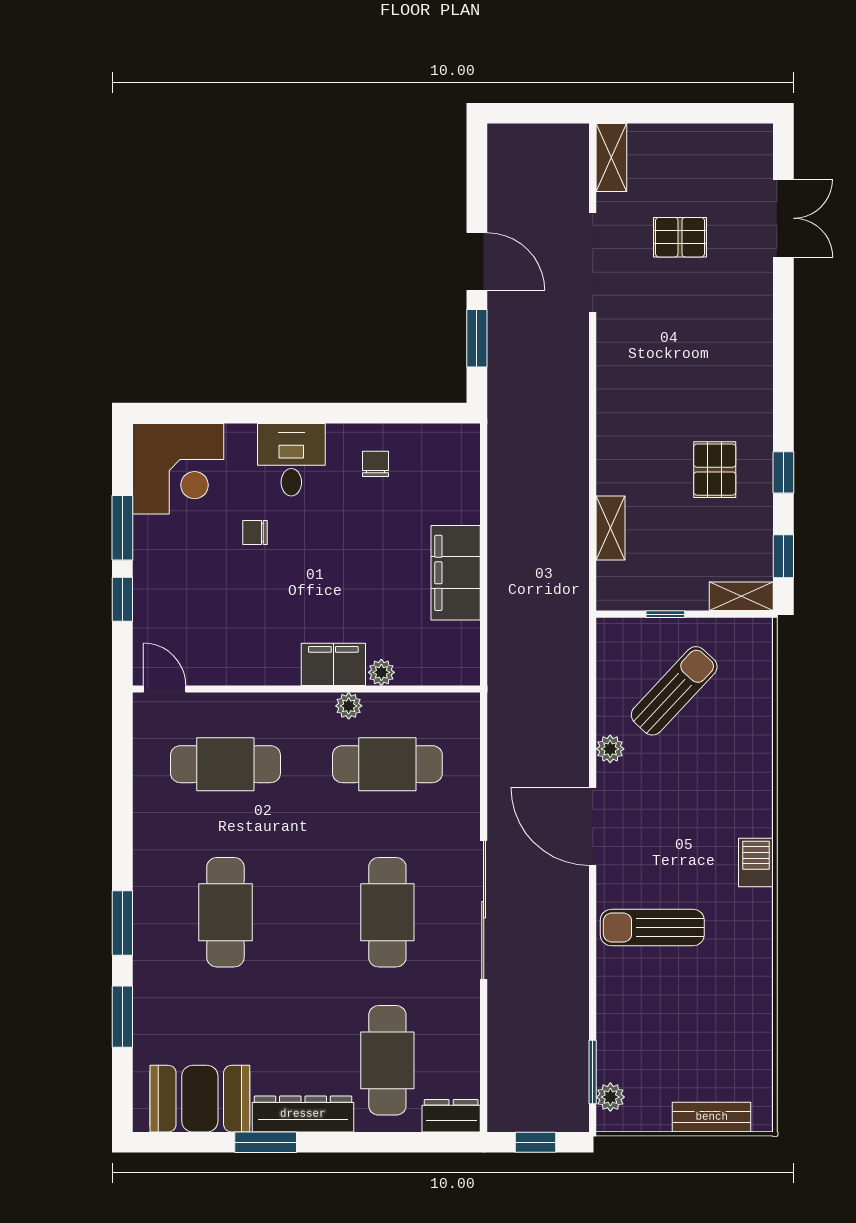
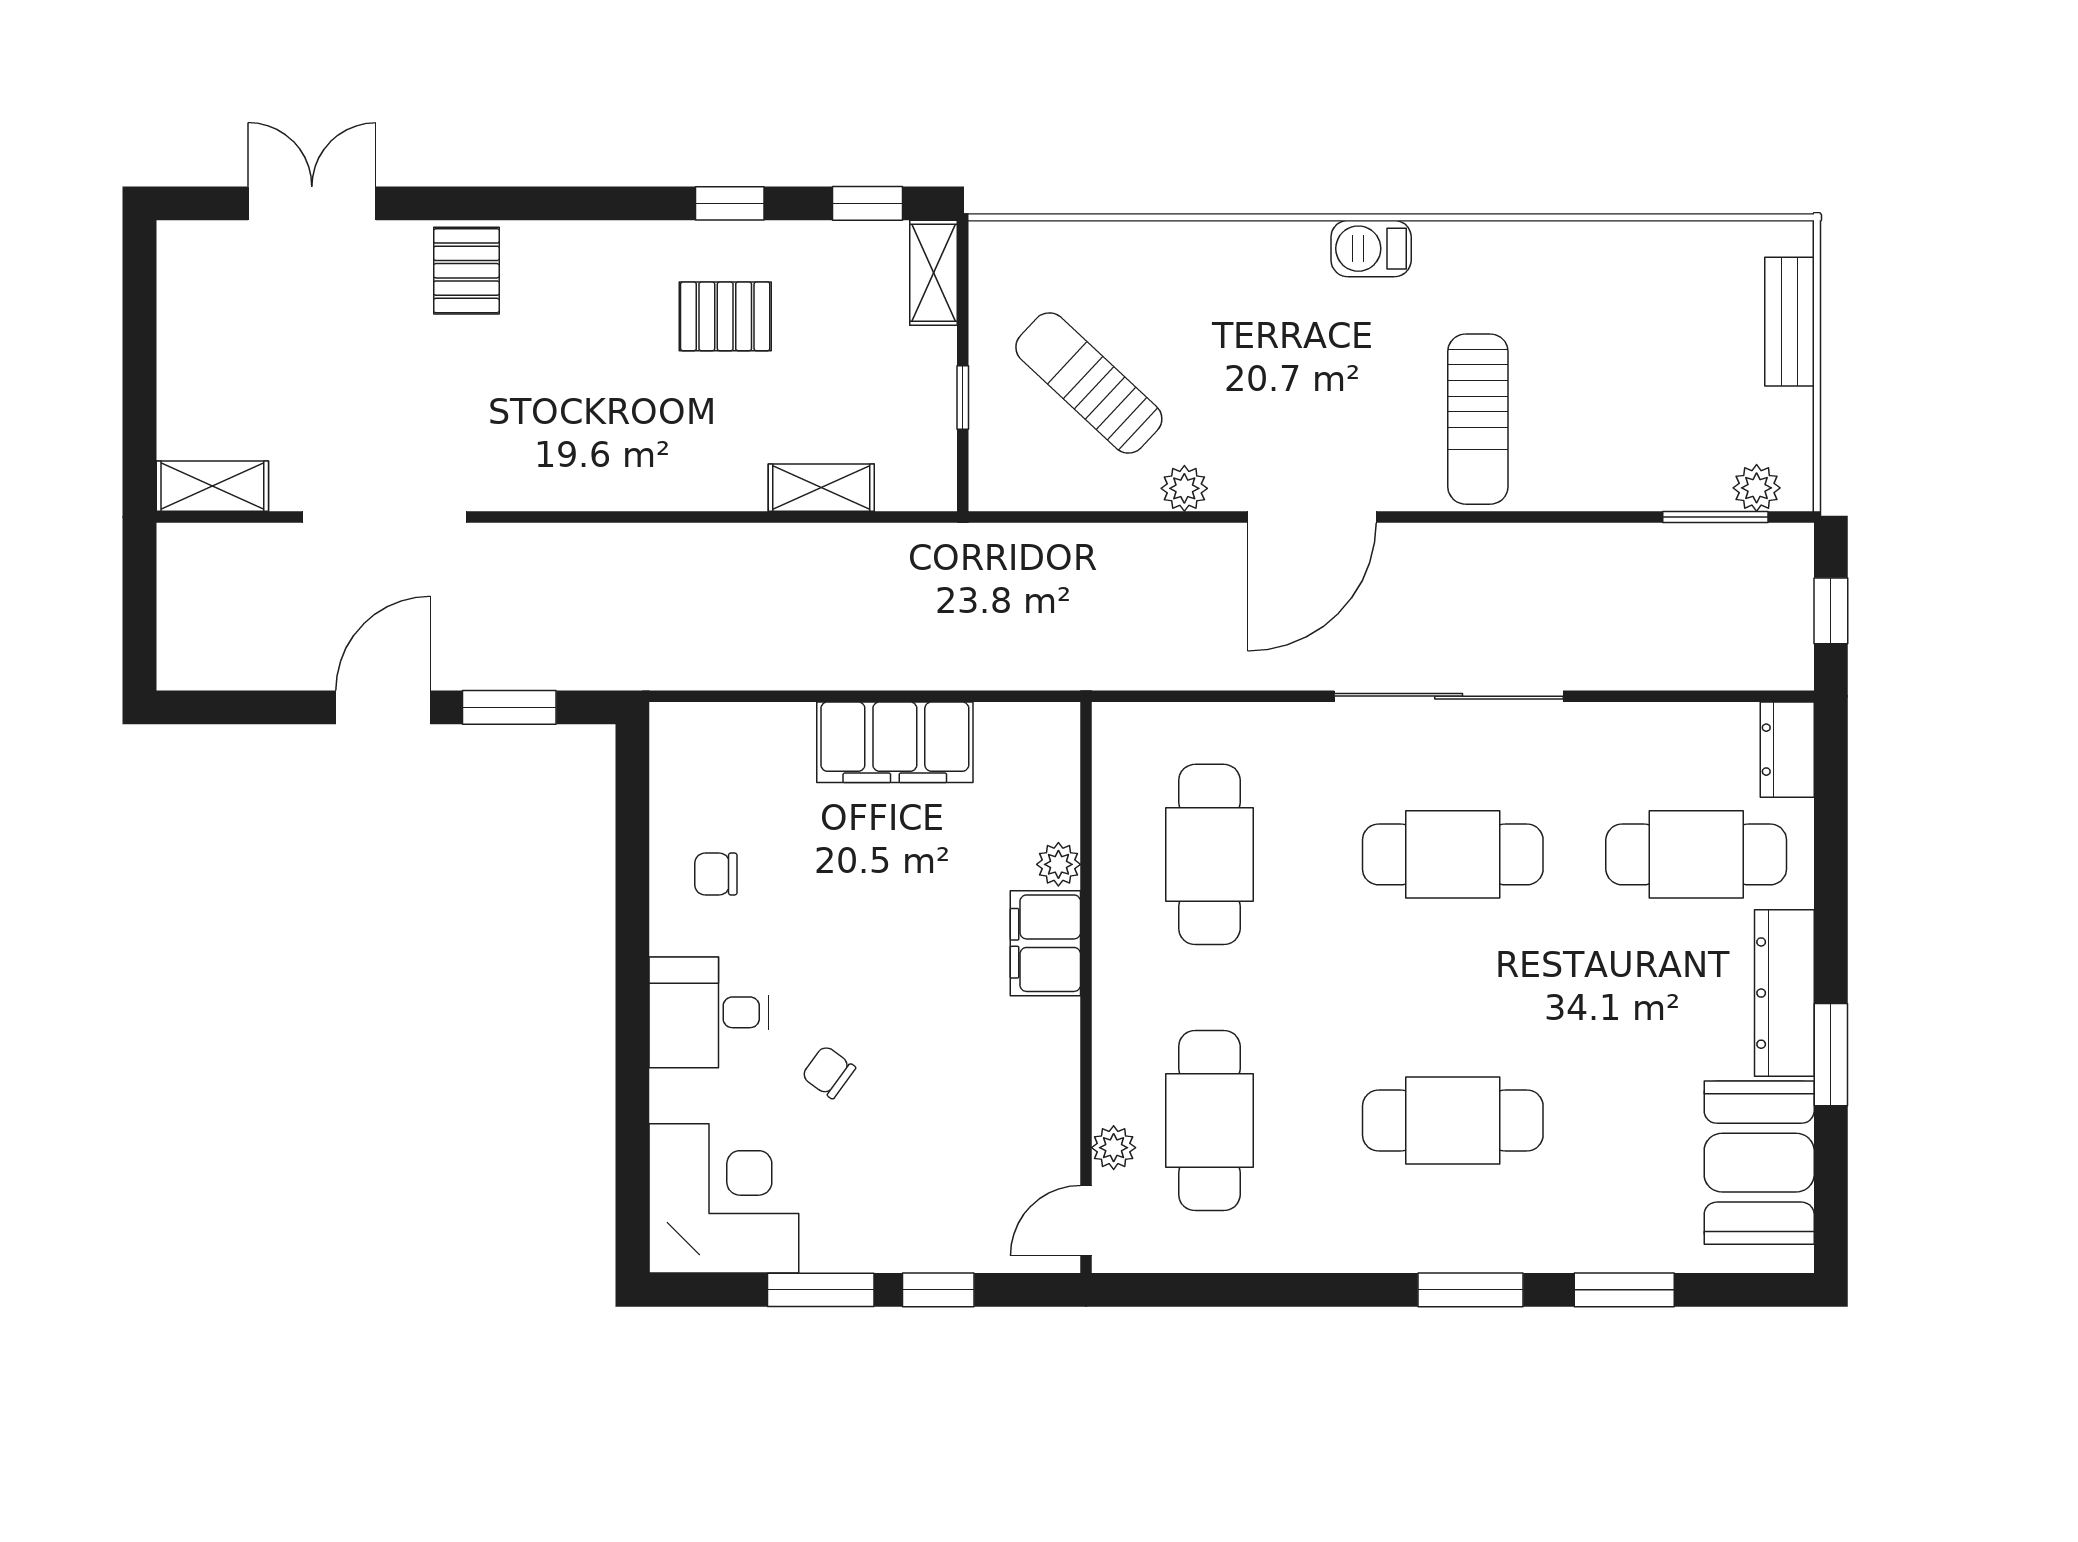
pallet: (680, 237) -> (466, 271), moved
chair: (255, 532) -> (829, 1072), turned 126
plant: (349, 706) -> (1114, 1148), moved

